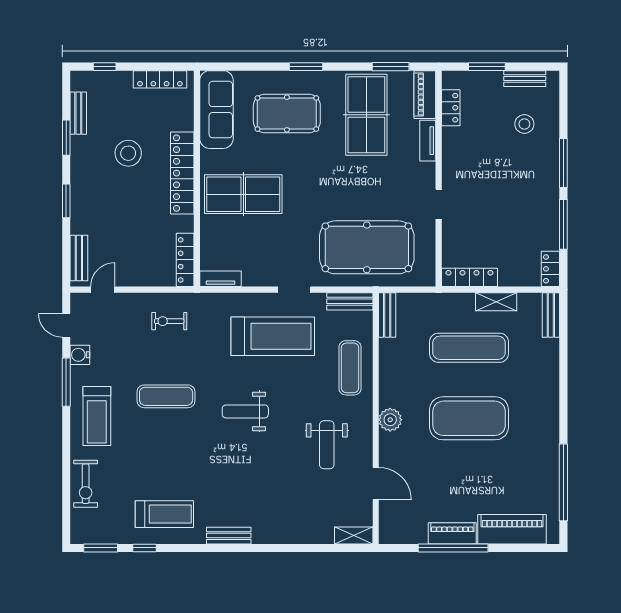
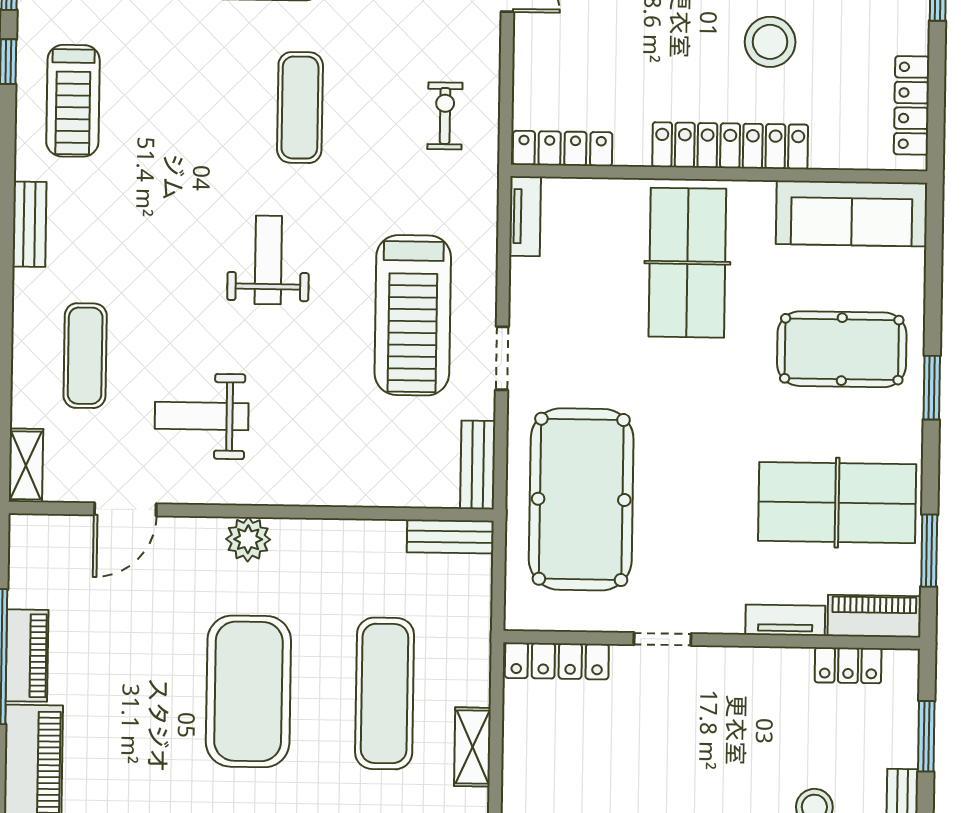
pool table: (287, 114) -> (842, 349), turned 90
locker: (469, 277) -> (557, 661), moved, turned 90
exercise mat: (350, 368) -> (85, 356), moved, turned 90

